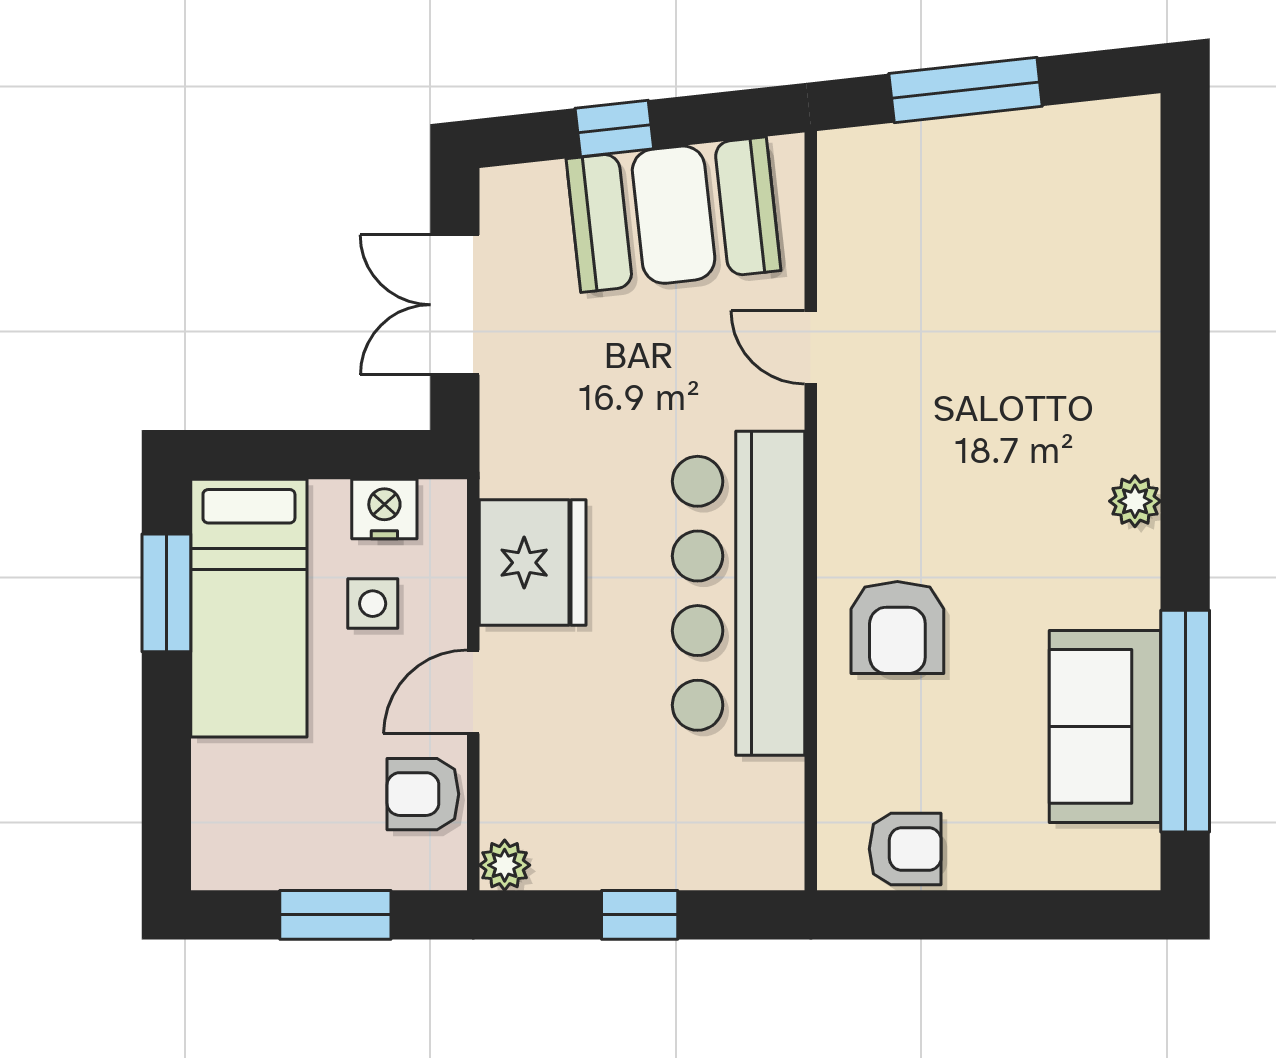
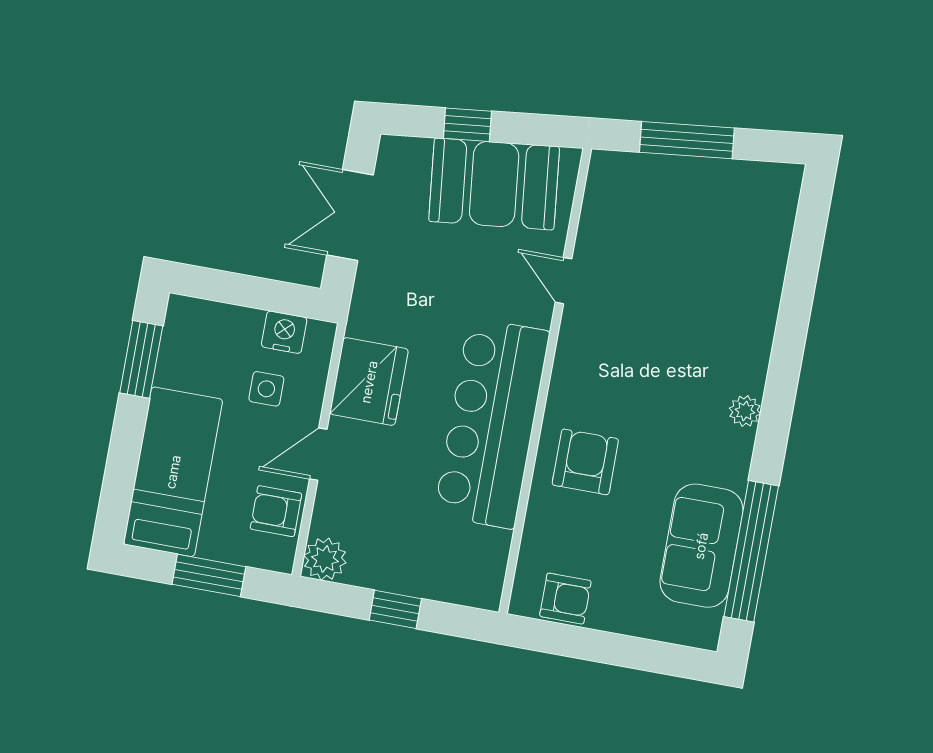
bed: (249, 608) -> (173, 472), moved, turned 180
armchair: (897, 627) -> (585, 462), turned 180
plant: (505, 865) -> (325, 559), width x1.38, depth x1.38

